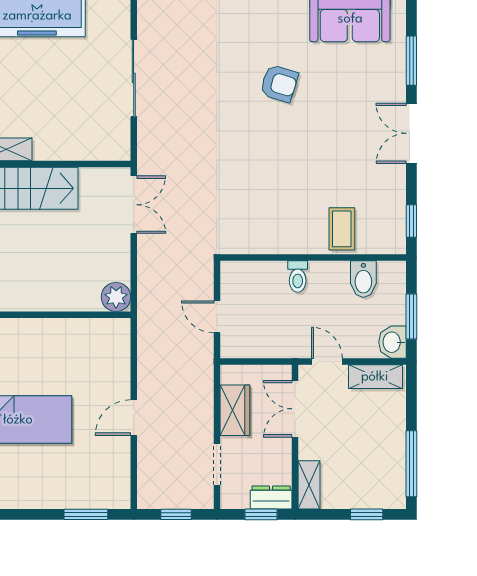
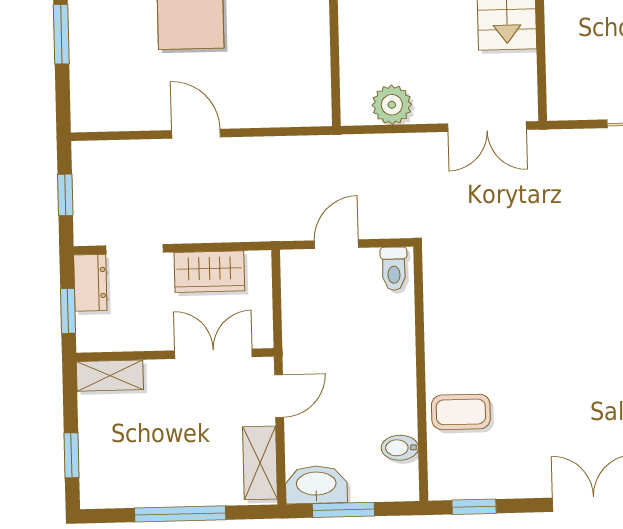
toilet: (298, 276) -> (394, 269), moved, turned -90
bidet: (363, 279) -> (400, 448), width x0.72, depth x0.74
plant: (116, 297) -> (392, 105), moved
washbasin: (392, 342) -> (316, 485), width x1.38
window: (411, 464) -> (180, 514), moved
dresser: (271, 497) -> (90, 283), moved
window: (86, 514) -> (61, 34), moved

